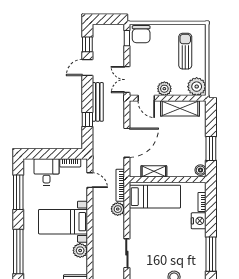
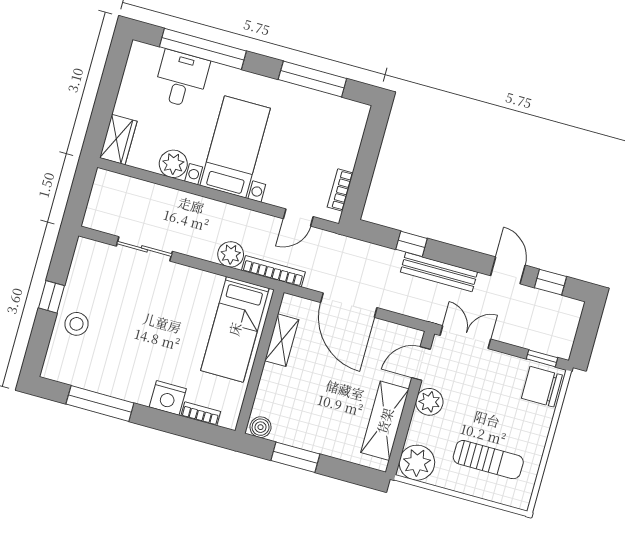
desk: (47, 172) -> (181, 79), moved, turned -90

